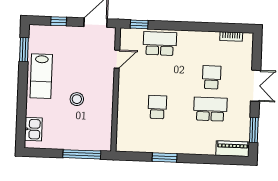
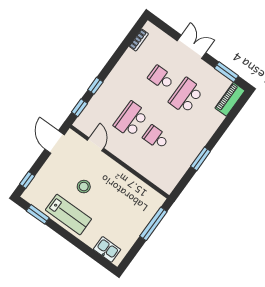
window: (59, 21) -> (27, 180), moved
window: (167, 25) -> (95, 86), added
school desk: (160, 44) -> (131, 119), moved
stool: (77, 99) -> (84, 187), moved

